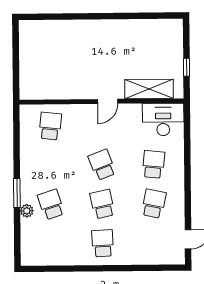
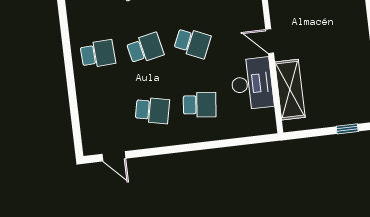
window: (186, 67) -> (347, 129), moved
desk: (163, 120) -> (252, 84), moved
school desk: (102, 165) -> (192, 43), turned 45

